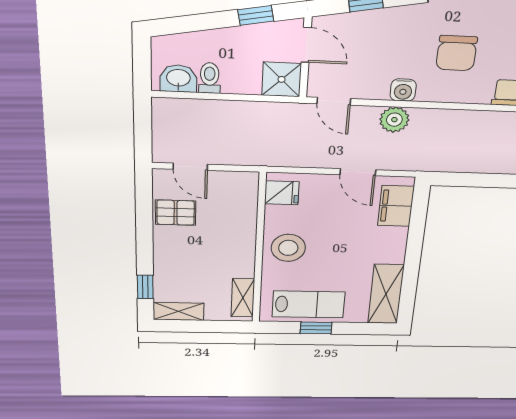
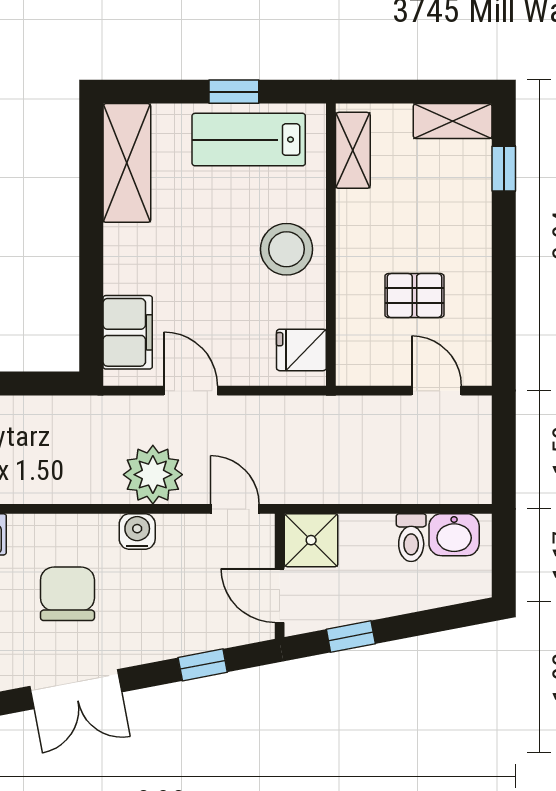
plant: (394, 120) -> (153, 475), width x1.36, depth x1.36
pallet: (176, 213) -> (414, 296), moved

